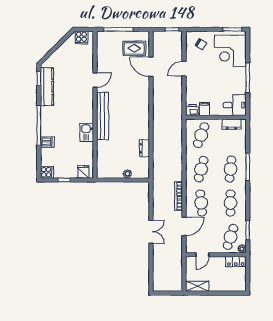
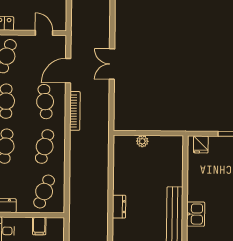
printer: (192, 110) -> (55, 225), removed
kitchen sink: (87, 132) -> (196, 214), moved
dresser: (144, 148) -> (119, 207), moved
door: (202, 255) -> (44, 33), hinge flipped

